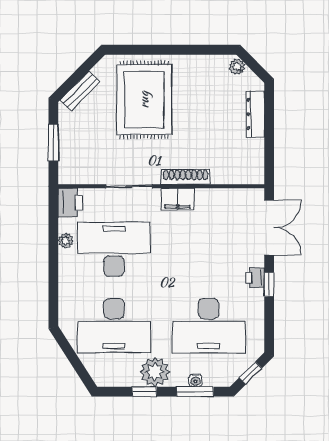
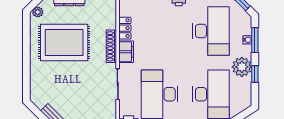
rug: (144, 100) -> (64, 43), moved
locker: (213, 197) -> (125, 28), added

